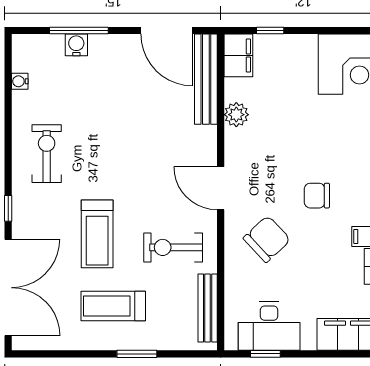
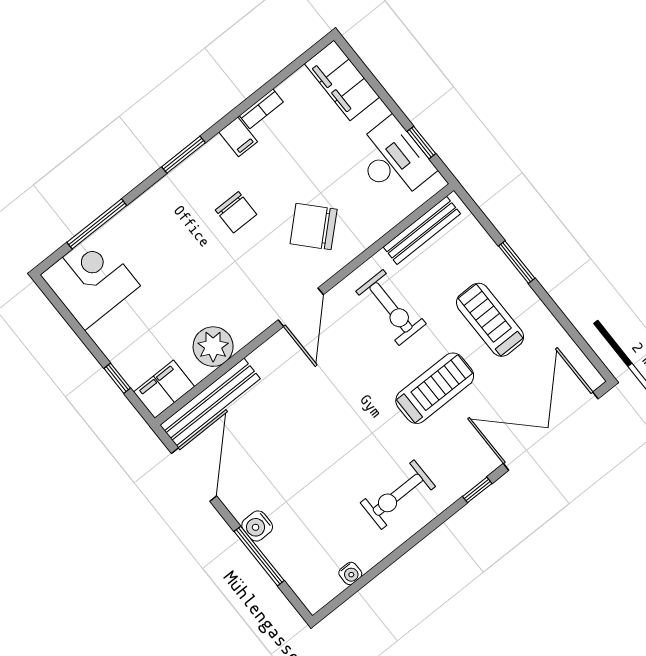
water cooler: (76, 45) -> (257, 526), moved
plant: (236, 115) -> (213, 347), width x1.36, depth x1.36
treadmill: (113, 306) -> (490, 320), turned 180

